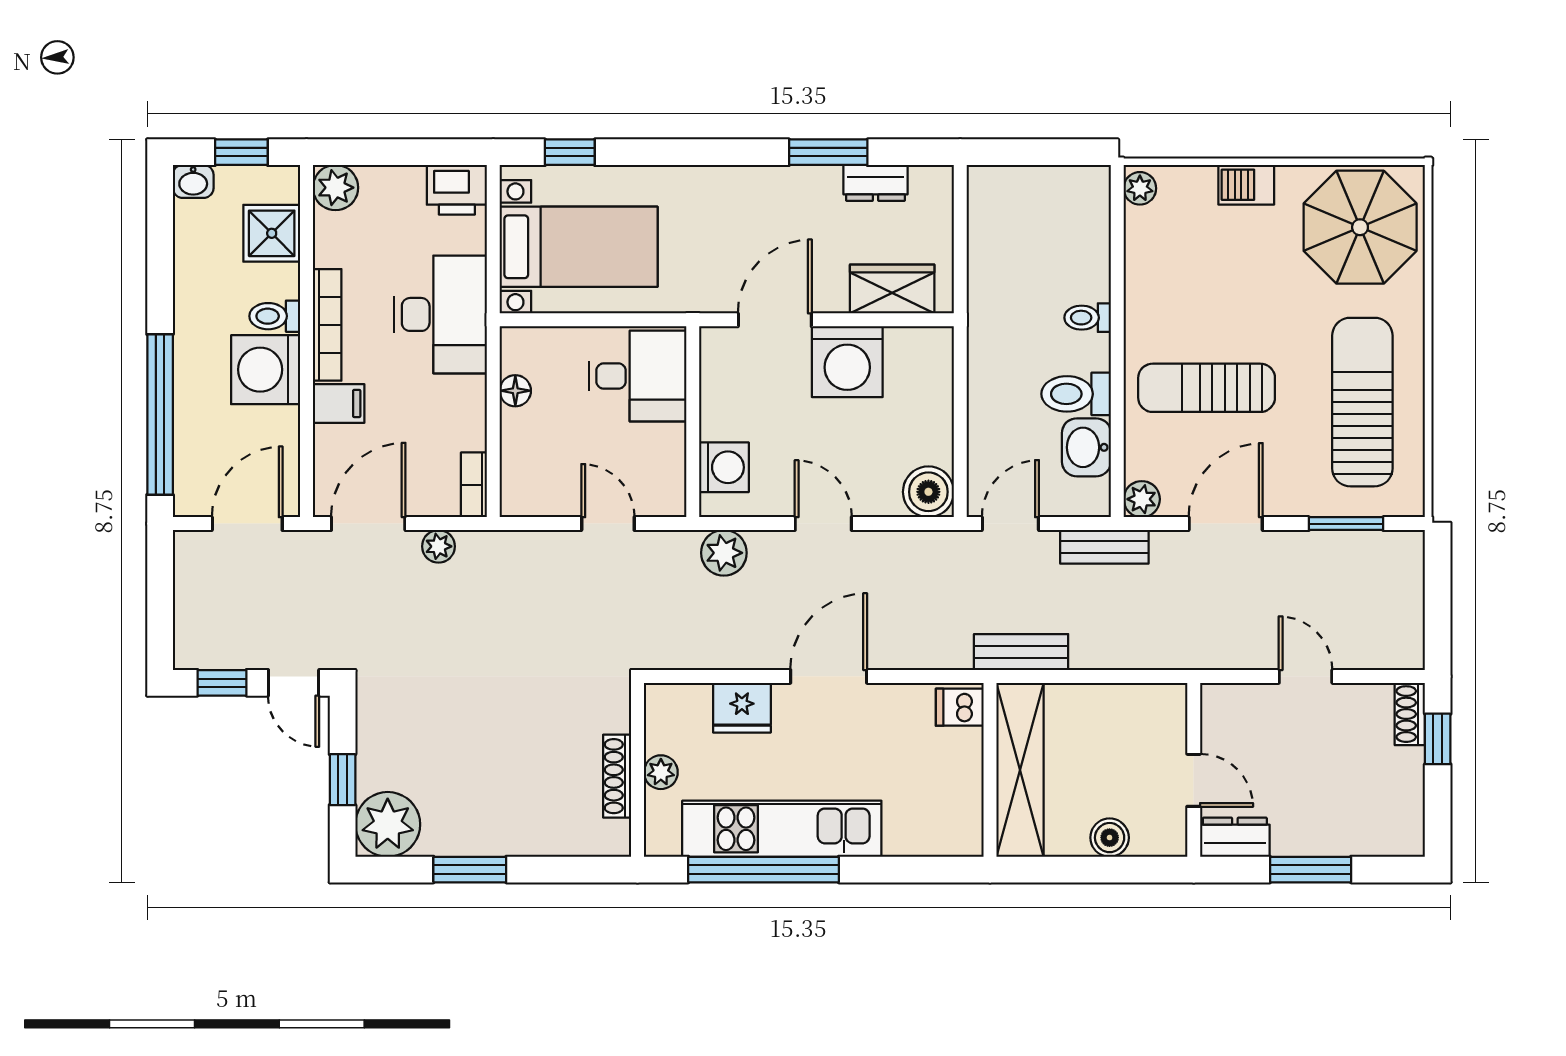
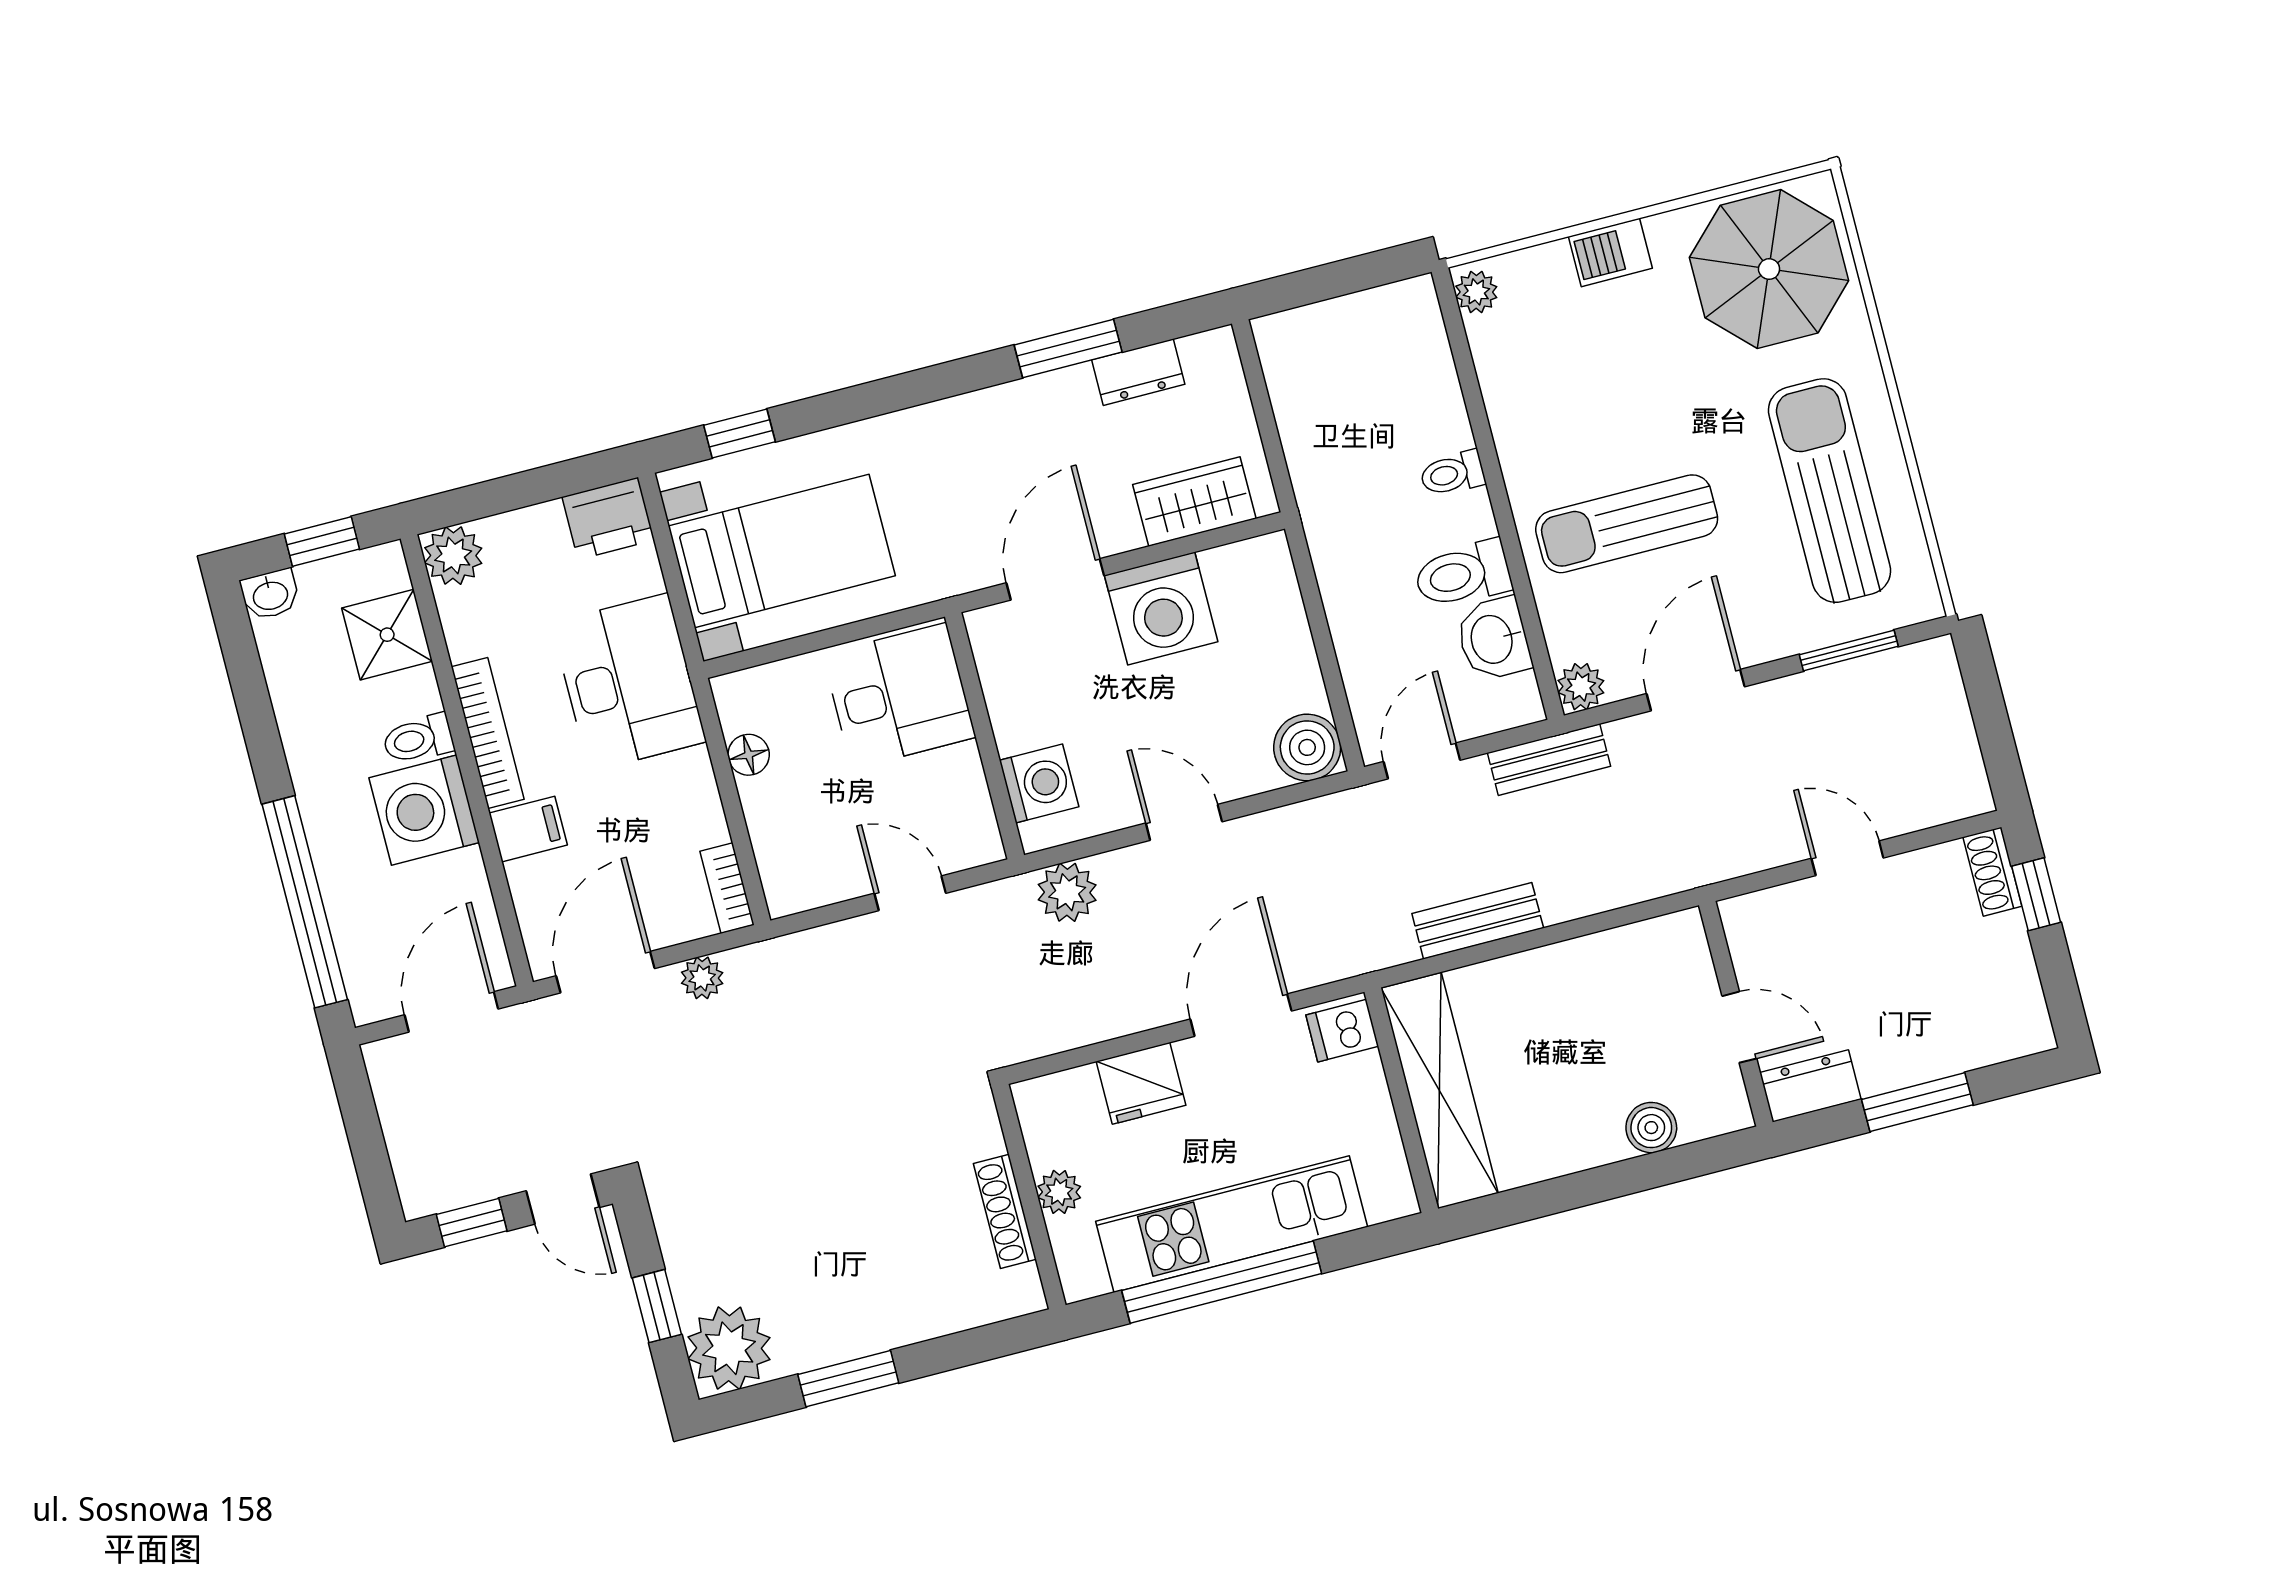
dishwasher: (960, 707) -> (1342, 1031), moved
wall: (990, 770) -> (1401, 1100), moved
shelving: (1020, 770) -> (1440, 1091), moved

